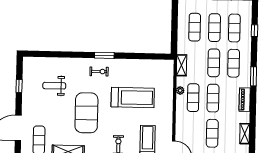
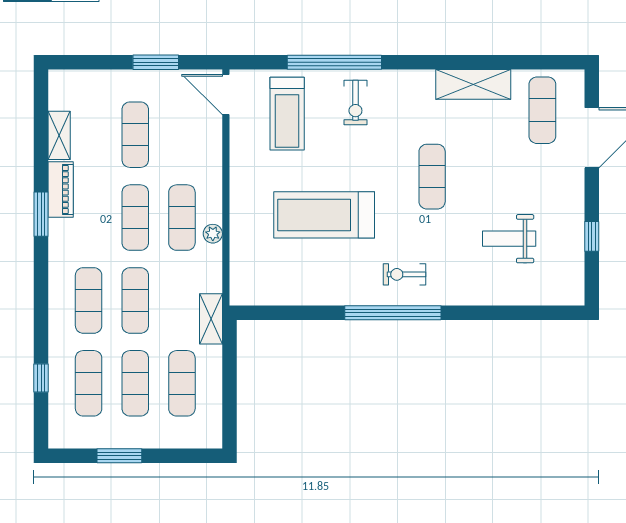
window: (104, 55) -> (393, 313), width x2.11
shelving: (181, 65) -> (211, 319), moved
window: (253, 76) -> (41, 214), moved
weight bench: (54, 86) -> (509, 239), turned 180
piano: (245, 100) -> (61, 190), moved
exercise mat: (86, 113) -> (432, 177), width x0.50, depth x0.69

